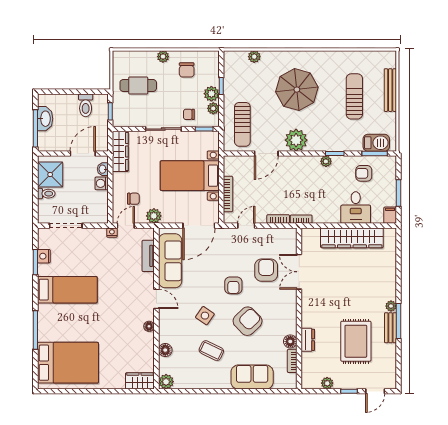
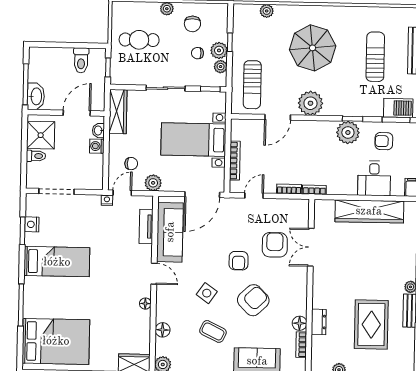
chair: (189, 114) -> (197, 53), moved
washbasin: (45, 119) -> (36, 96), moved
plant: (326, 161) -> (348, 133), width x1.87, depth x1.87

